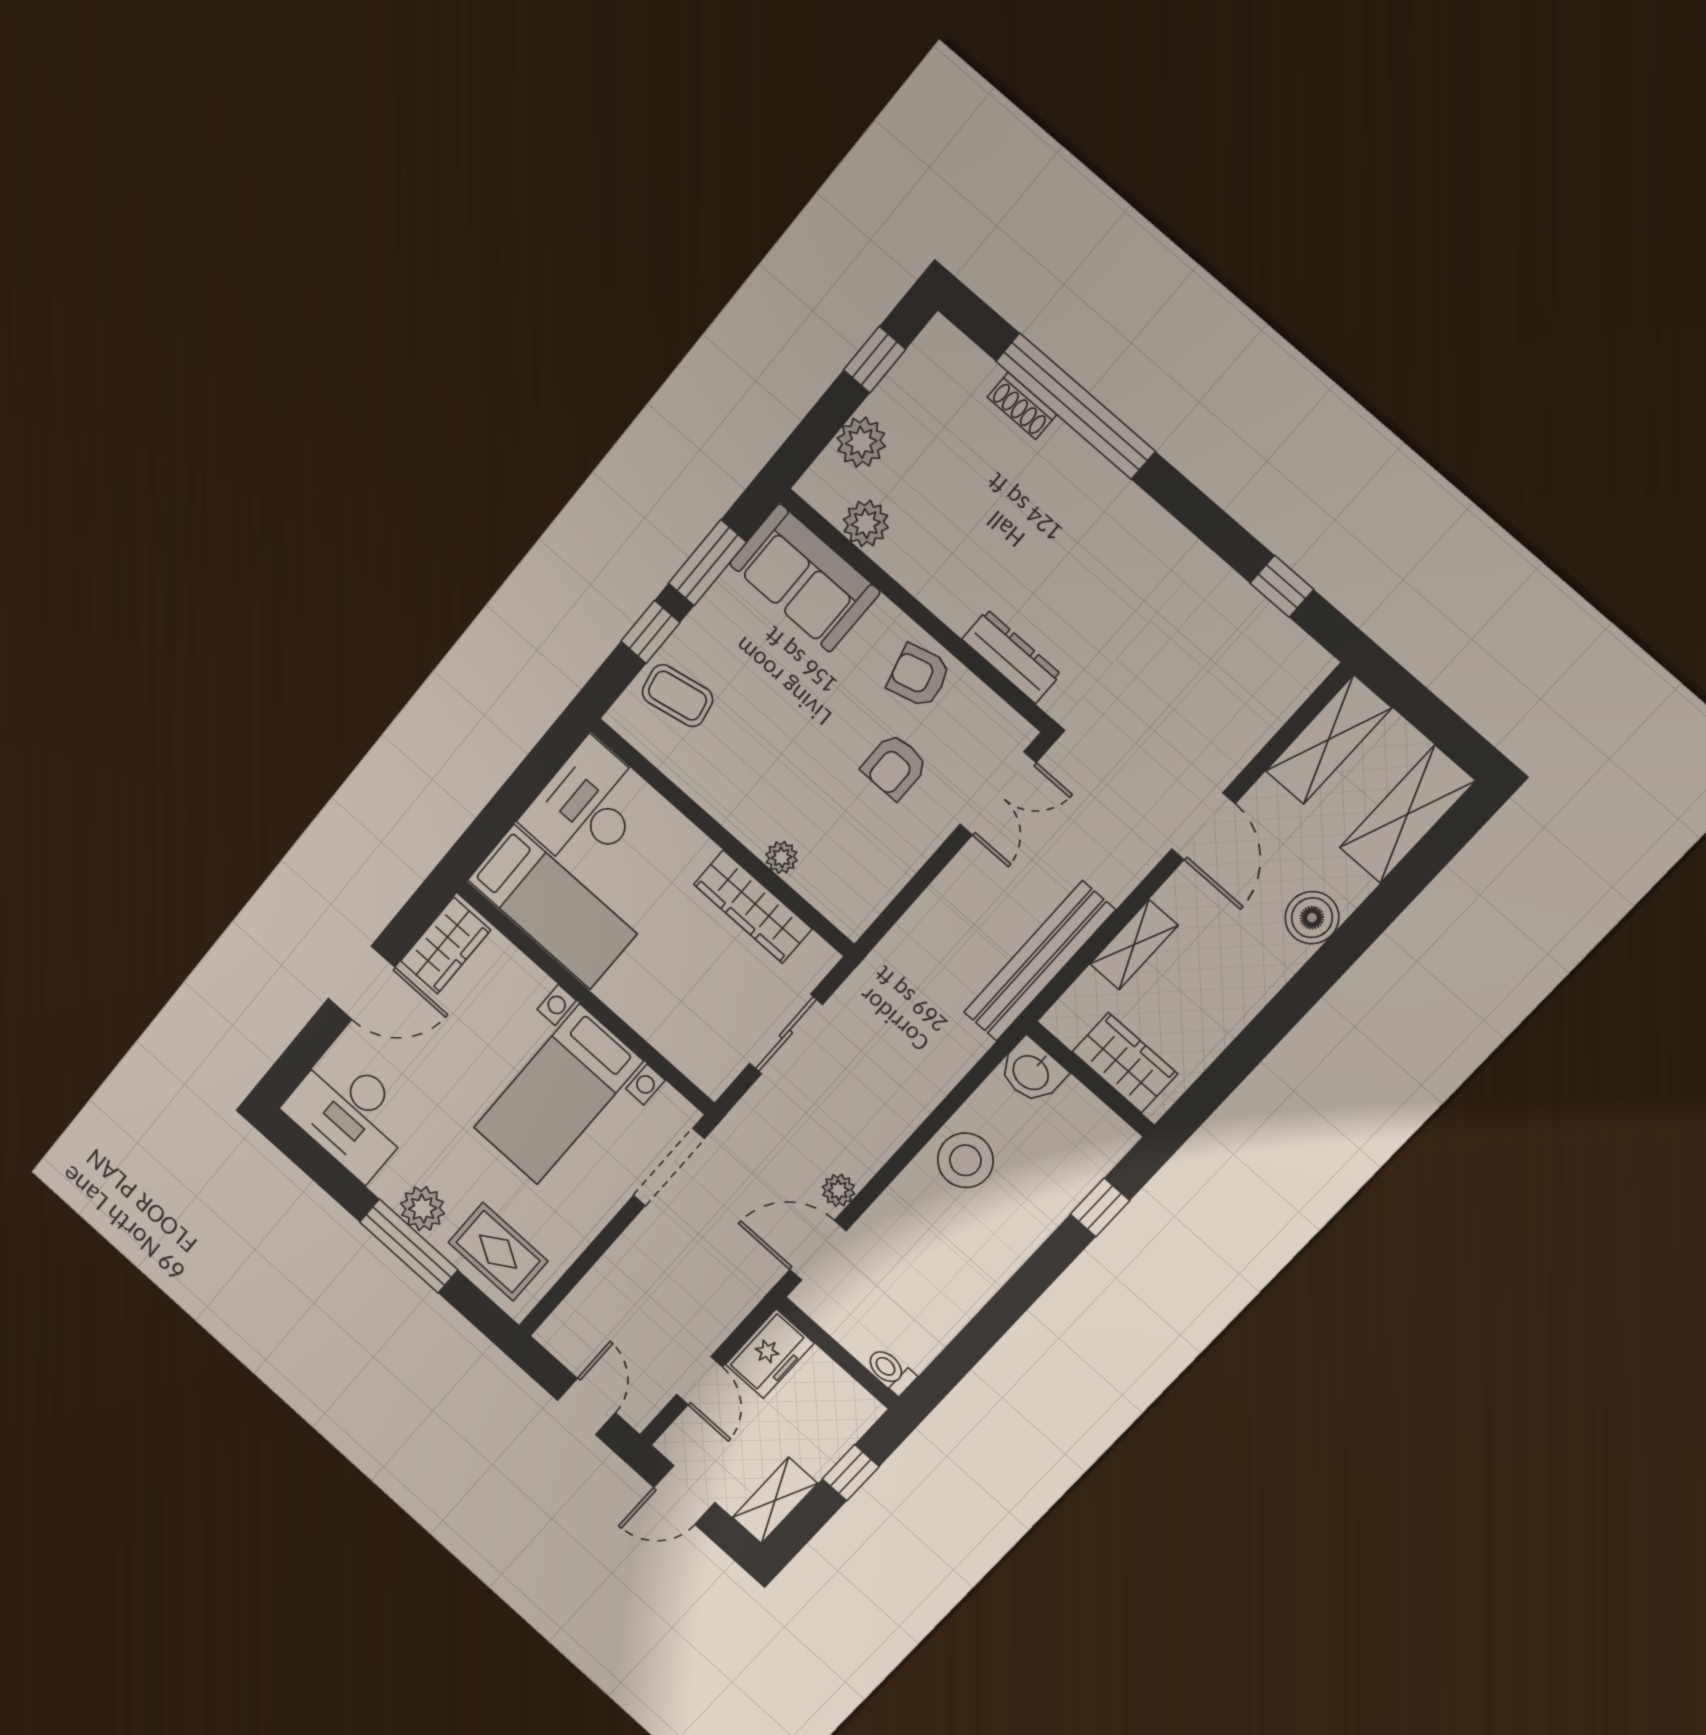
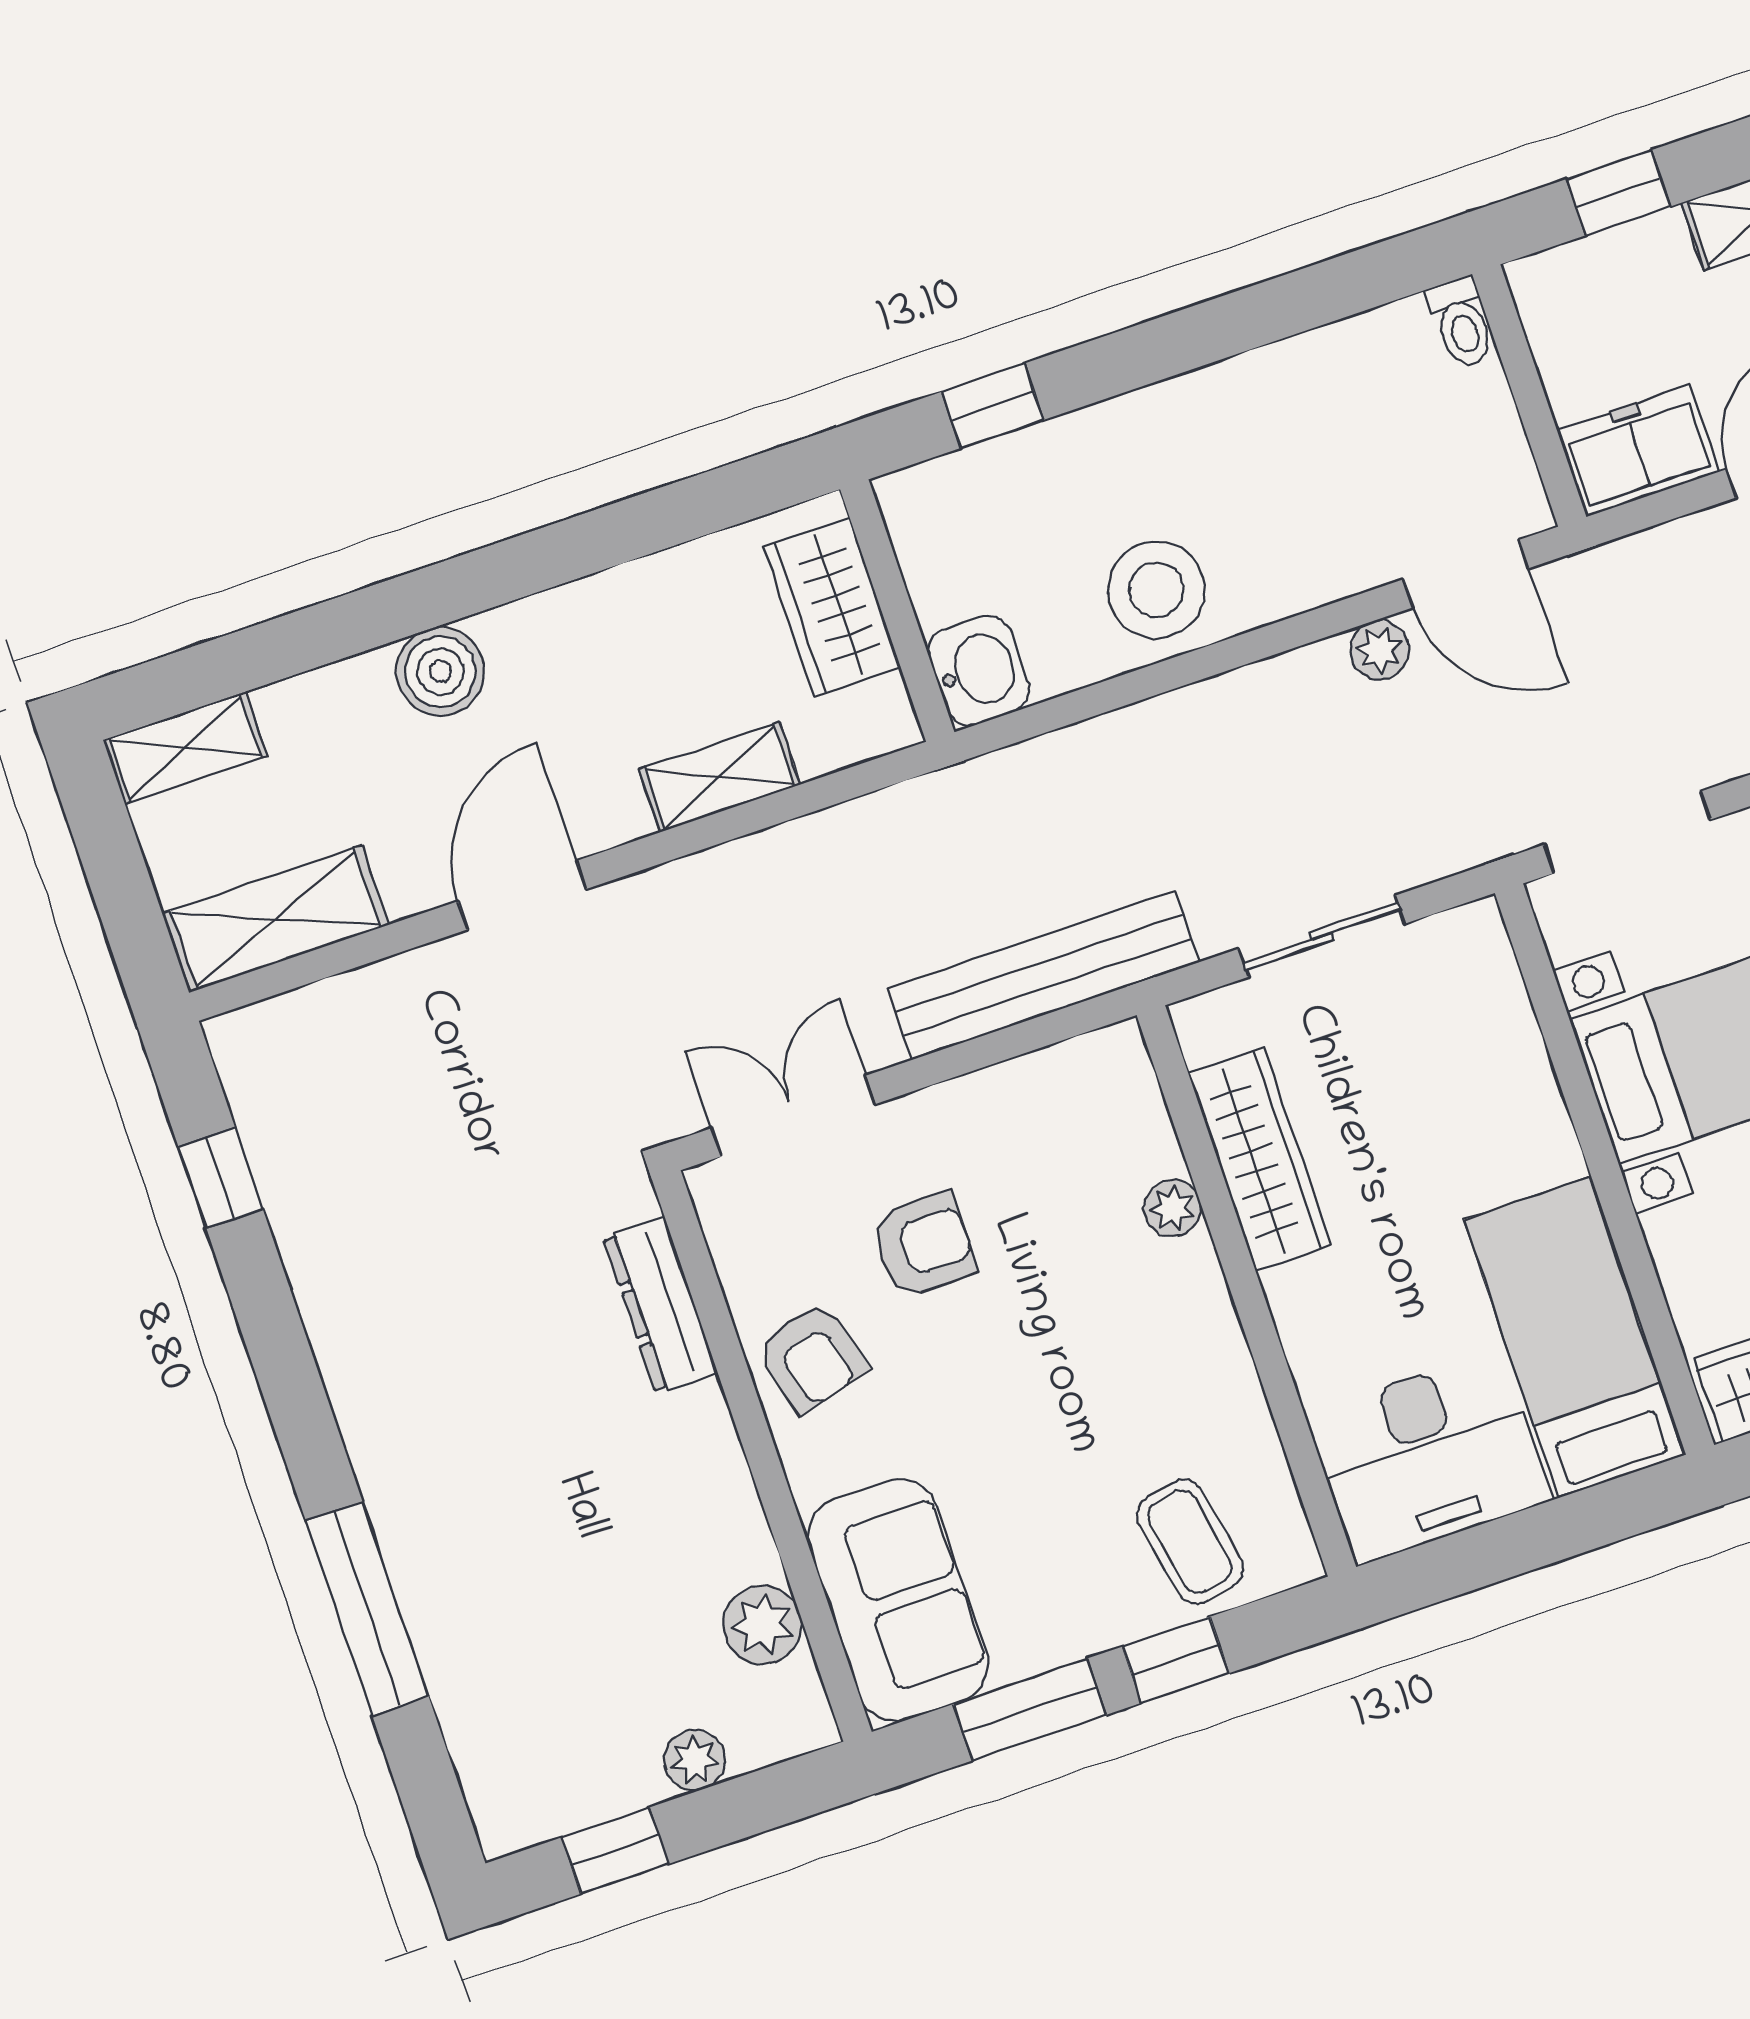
shoe rack: (1022, 406) -> (442, 1656), removed
window: (1075, 406) -> (367, 1609), width x0.68
plant: (861, 442) -> (695, 1760), width x0.73, depth x0.73
shelving: (1407, 814) -> (185, 748), width x0.67, depth x0.75
bench: (1039, 961) -> (1043, 975), moved

